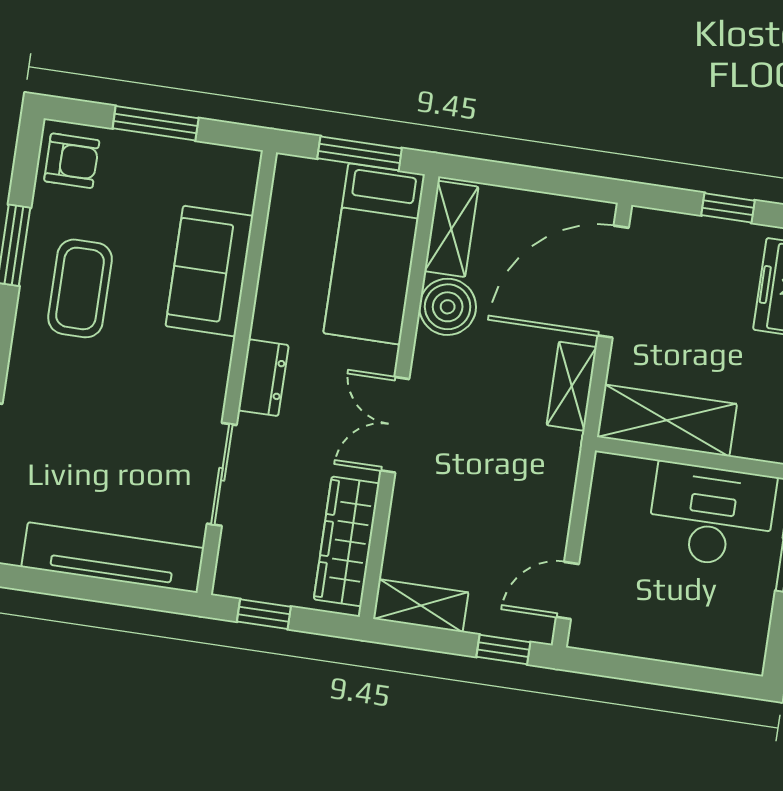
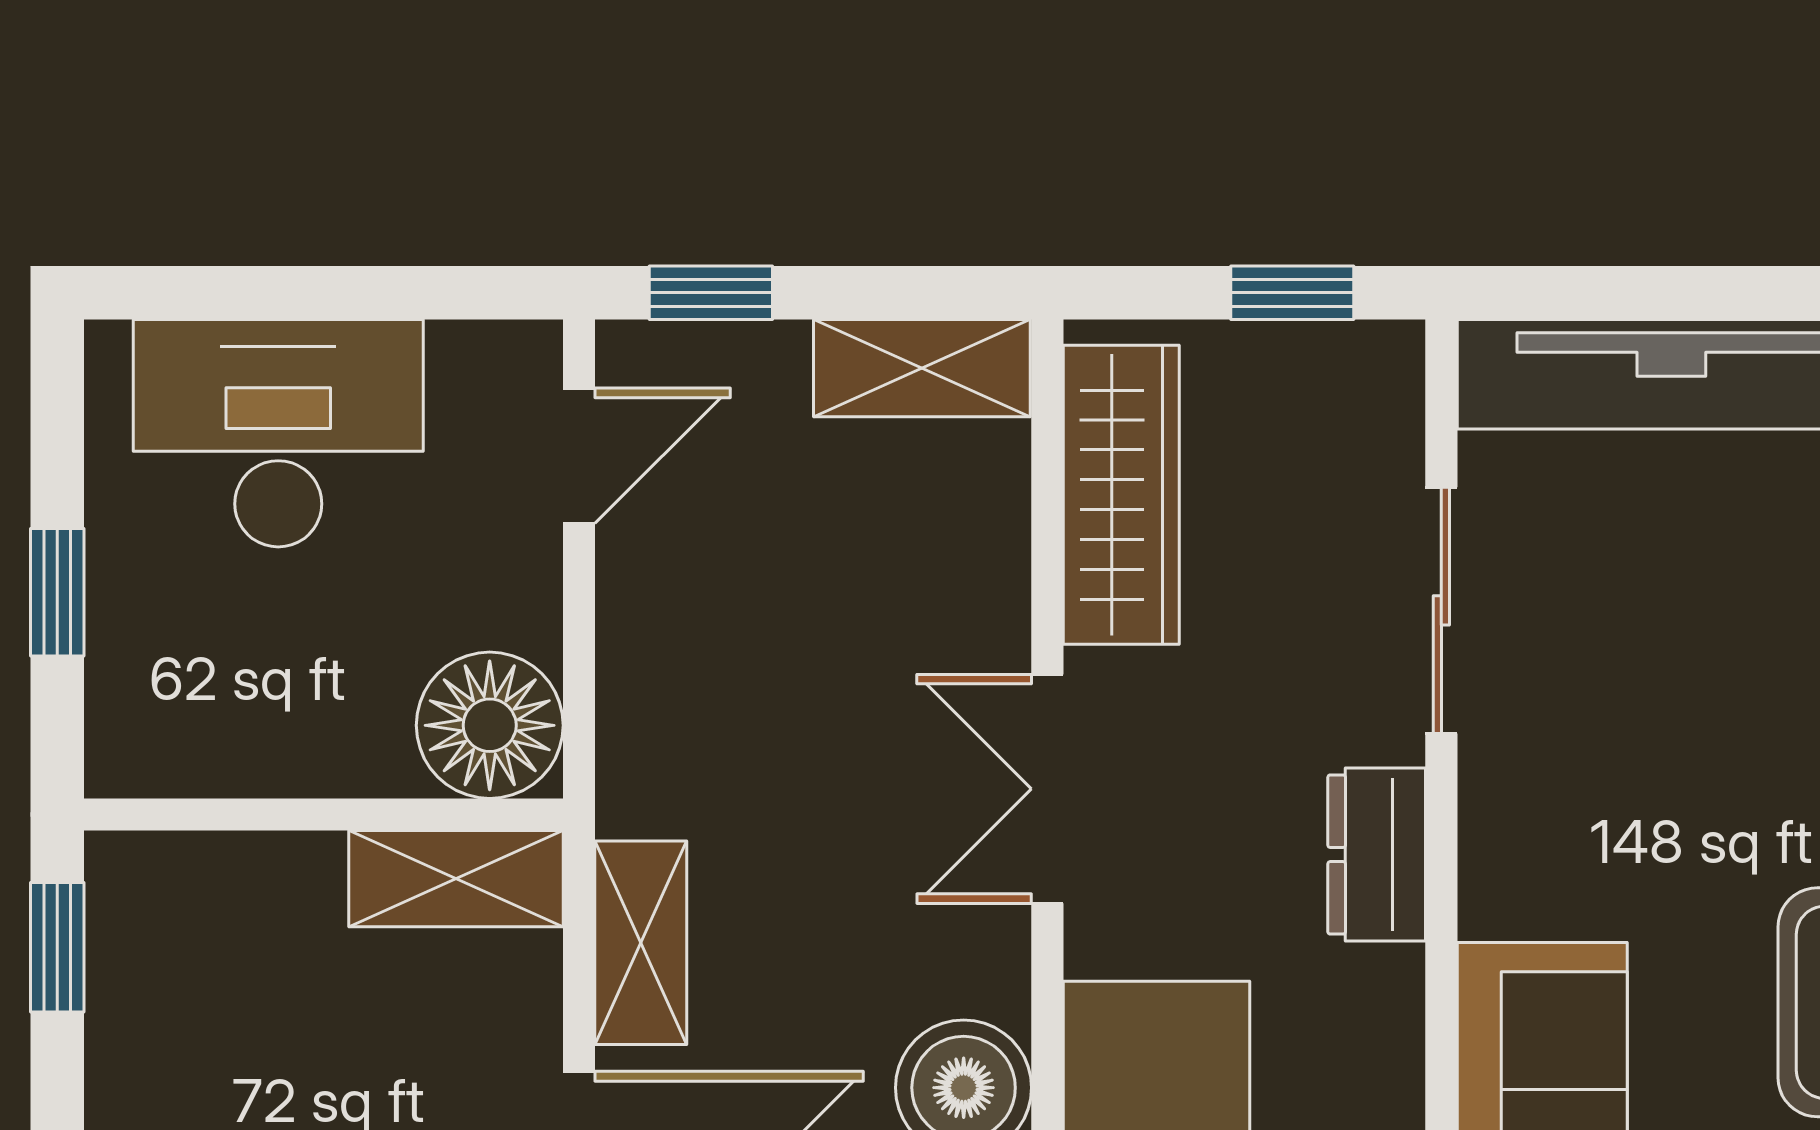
shelving: (667, 420) -> (456, 879), width x0.67, depth x0.75
double door: (395, 425) -> (1047, 789), swing flipped
floor lamp: (621, 485) -> (490, 725), added
desk: (711, 515) -> (278, 433), moved, turned 180

